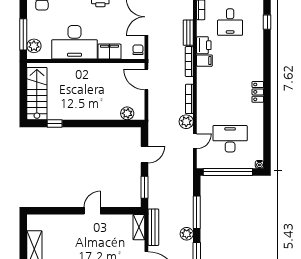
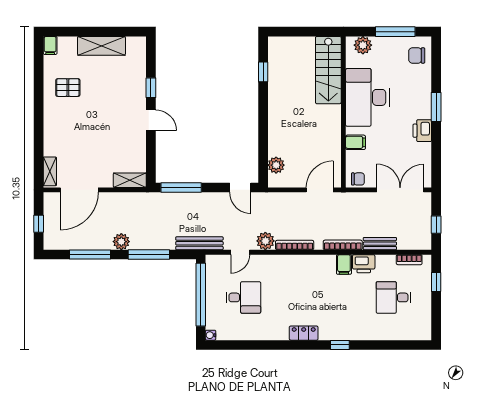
window: (267, 22) -> (340, 345), moved
window: (23, 34) -> (395, 32), moved
filing cabinet: (109, 52) -> (356, 142), width x0.50
stairs: (37, 94) -> (328, 70), moved, turned 90
desk: (230, 139) -> (243, 297), width x0.73
door: (195, 141) -> (240, 252), hinge flipped
door: (145, 155) -> (240, 188), moved
window: (145, 187) -> (181, 188), width x1.44
window: (67, 211) -> (151, 88), added
bench: (153, 227) -> (199, 243), moved

